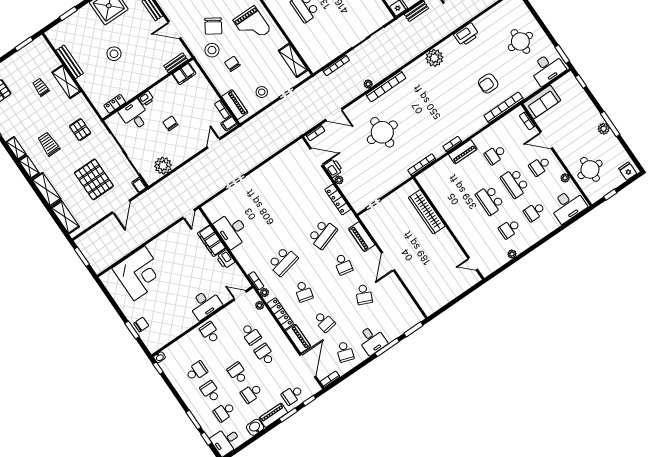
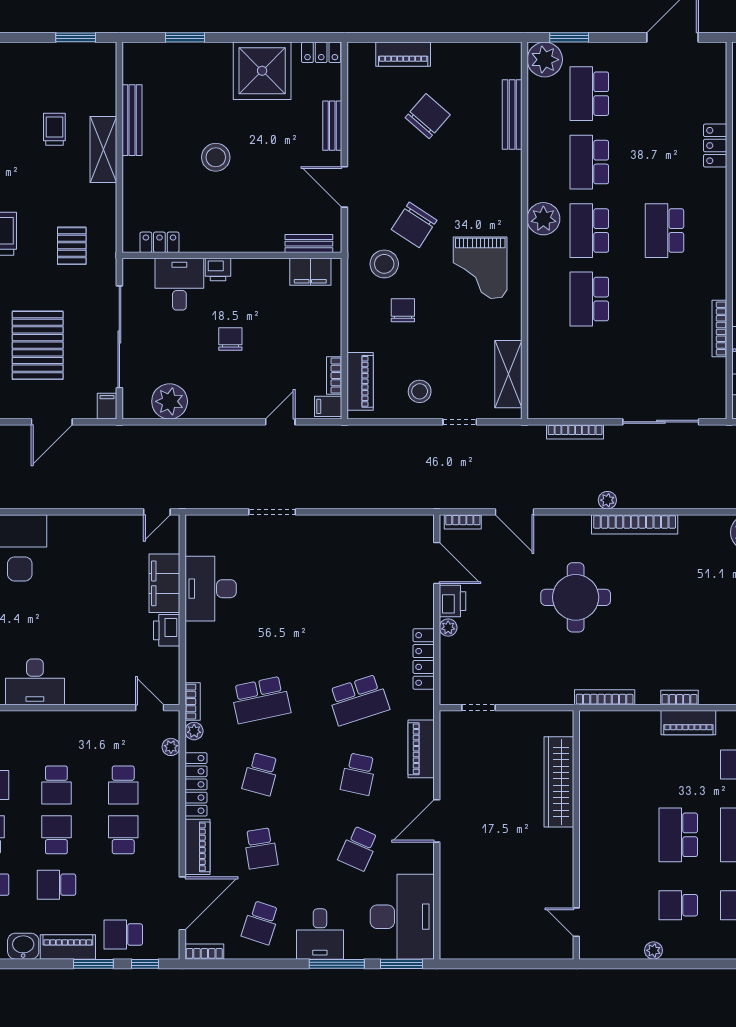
desk: (205, 304) -> (35, 682), moved
desk: (401, 310) -> (402, 917), added
school desk: (210, 332) -> (56, 785), moved, turned 180

